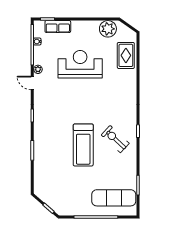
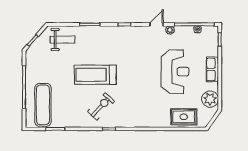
row of seats: (58, 27) -> (212, 69), moved
weight bench: (48, 178) -> (62, 40), added

